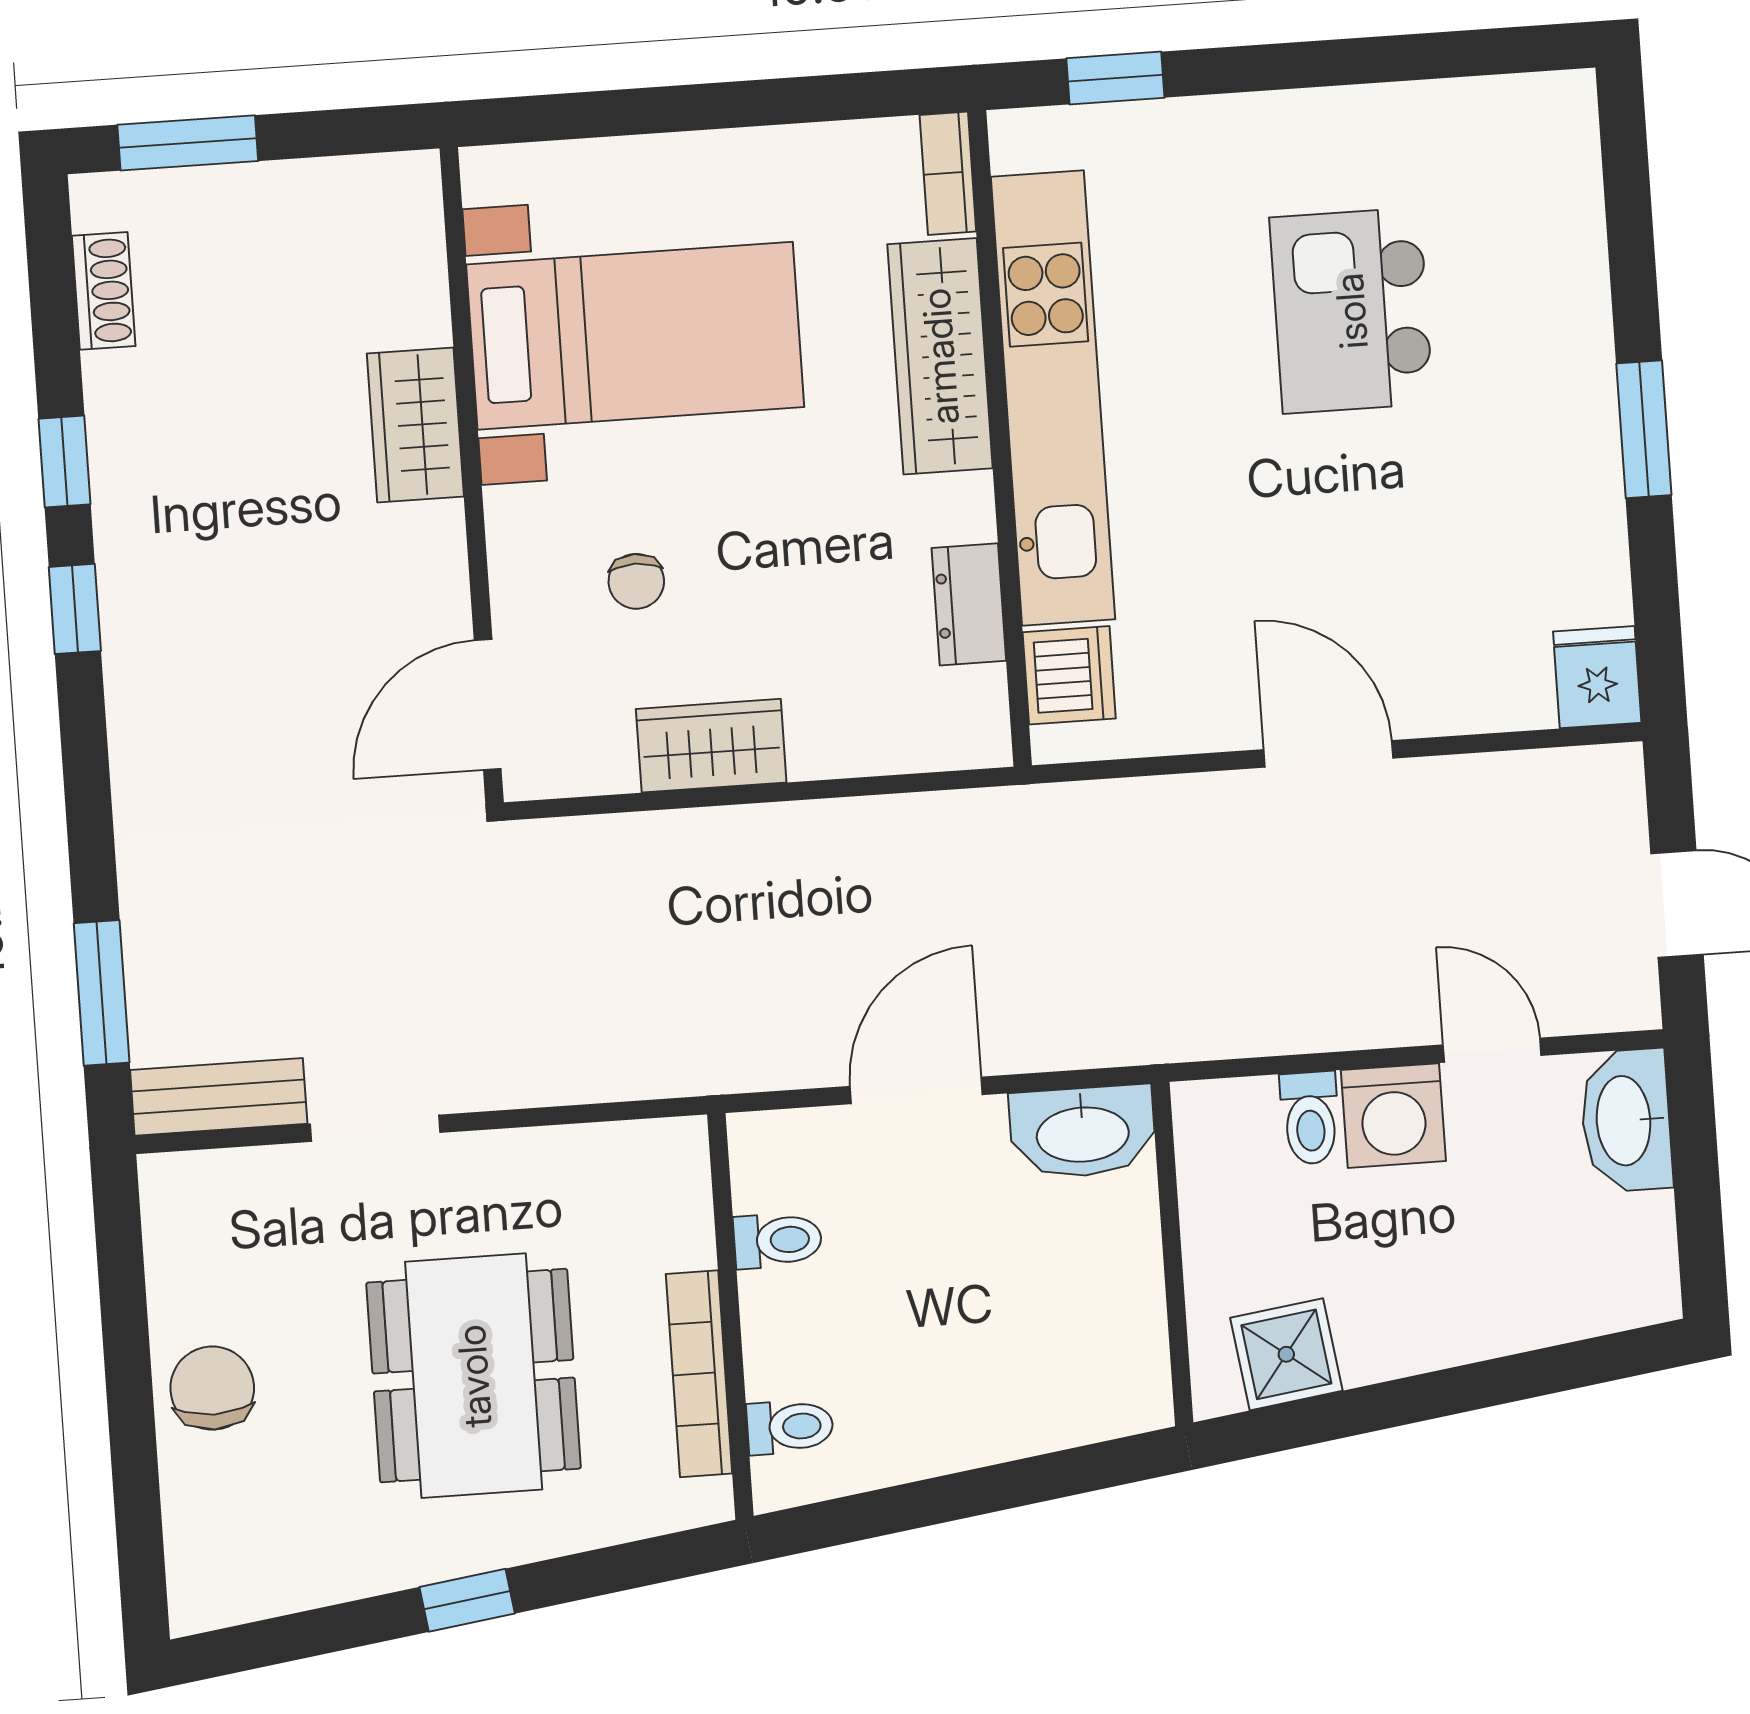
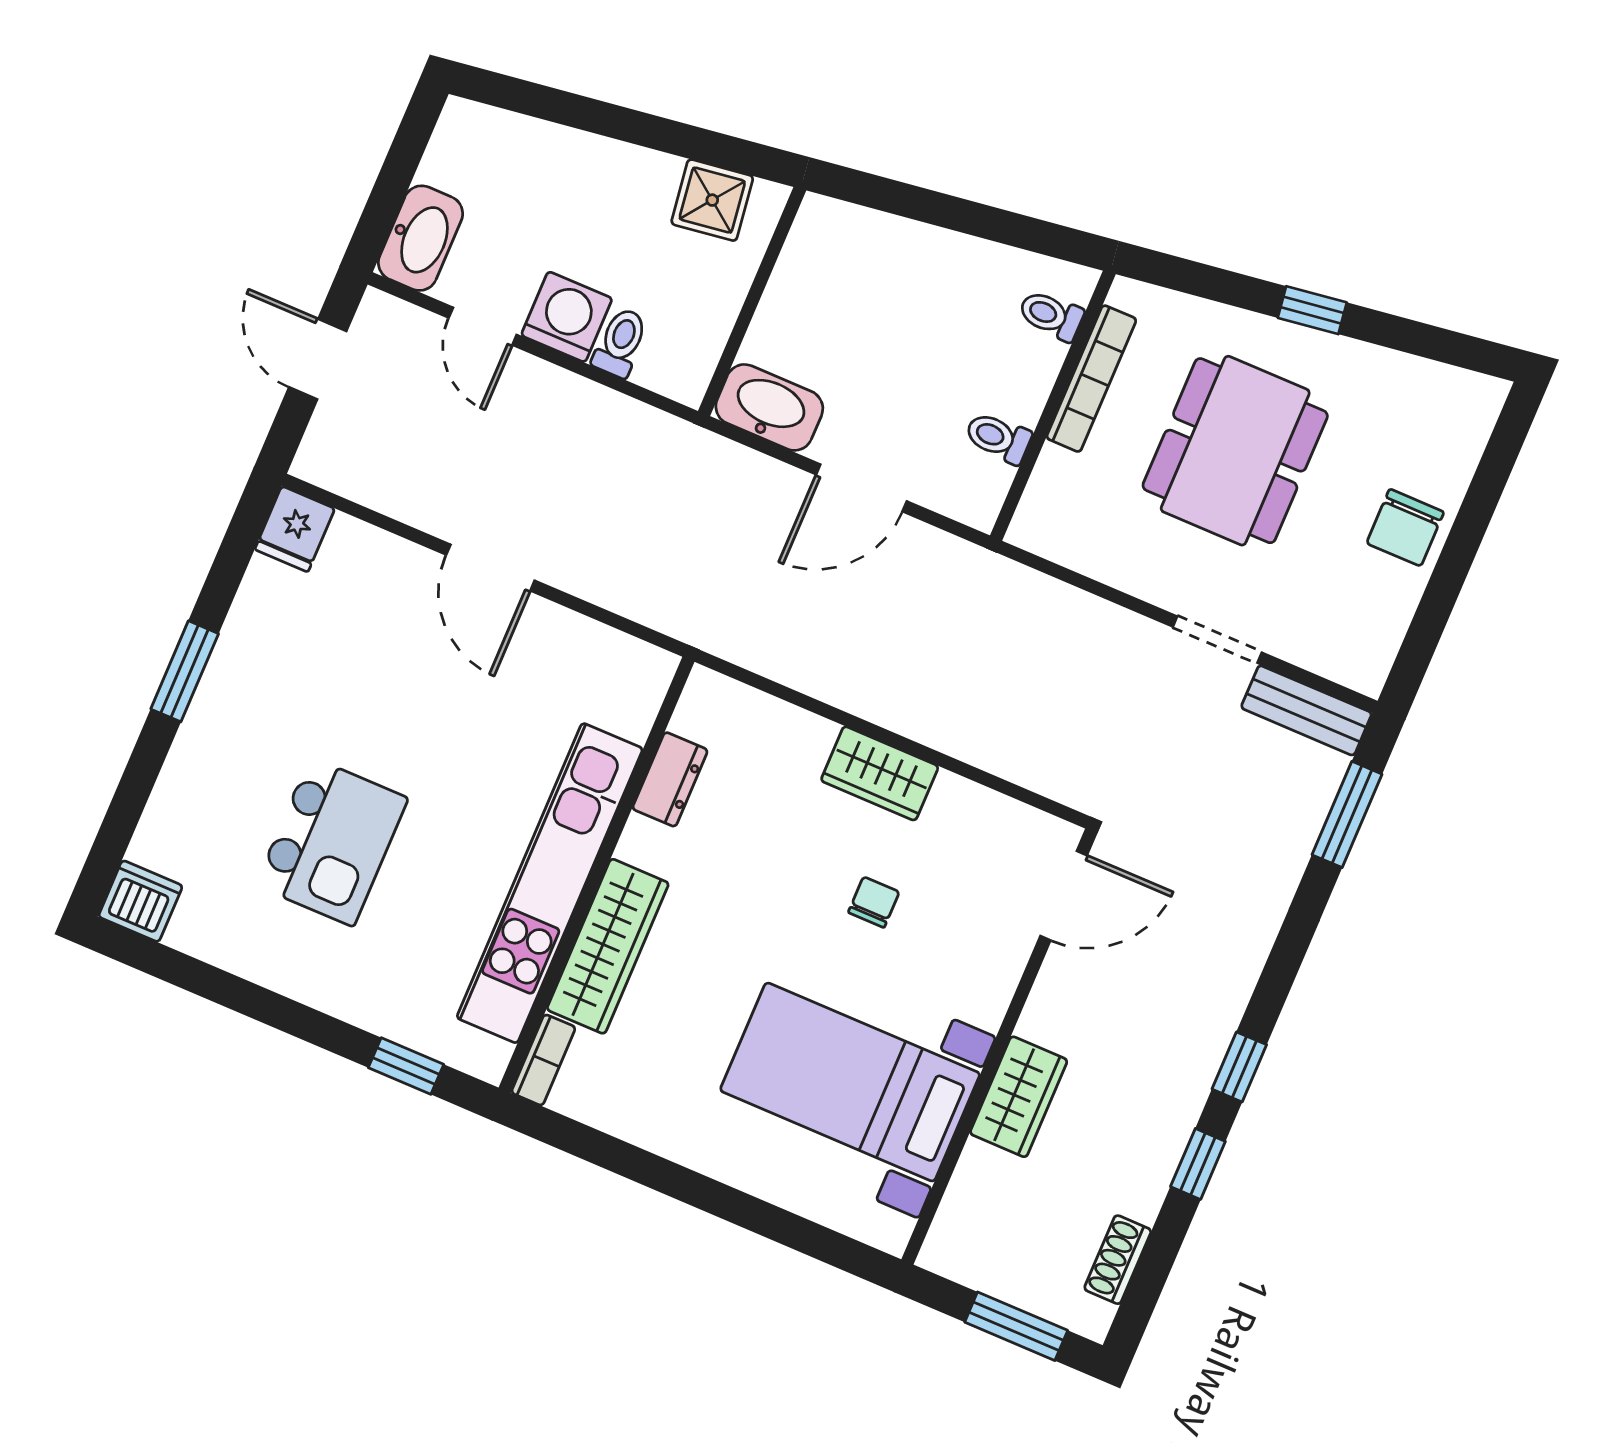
bed with nightstands: (635, 336) -> (850, 1082), moved
wardrobe: (415, 425) -> (1019, 1097), moved
wall: (472, 475) -> (999, 1047), moved
dishwasher: (1069, 675) -> (140, 901), moved, turned 90
door: (488, 705) -> (1064, 896), moved

